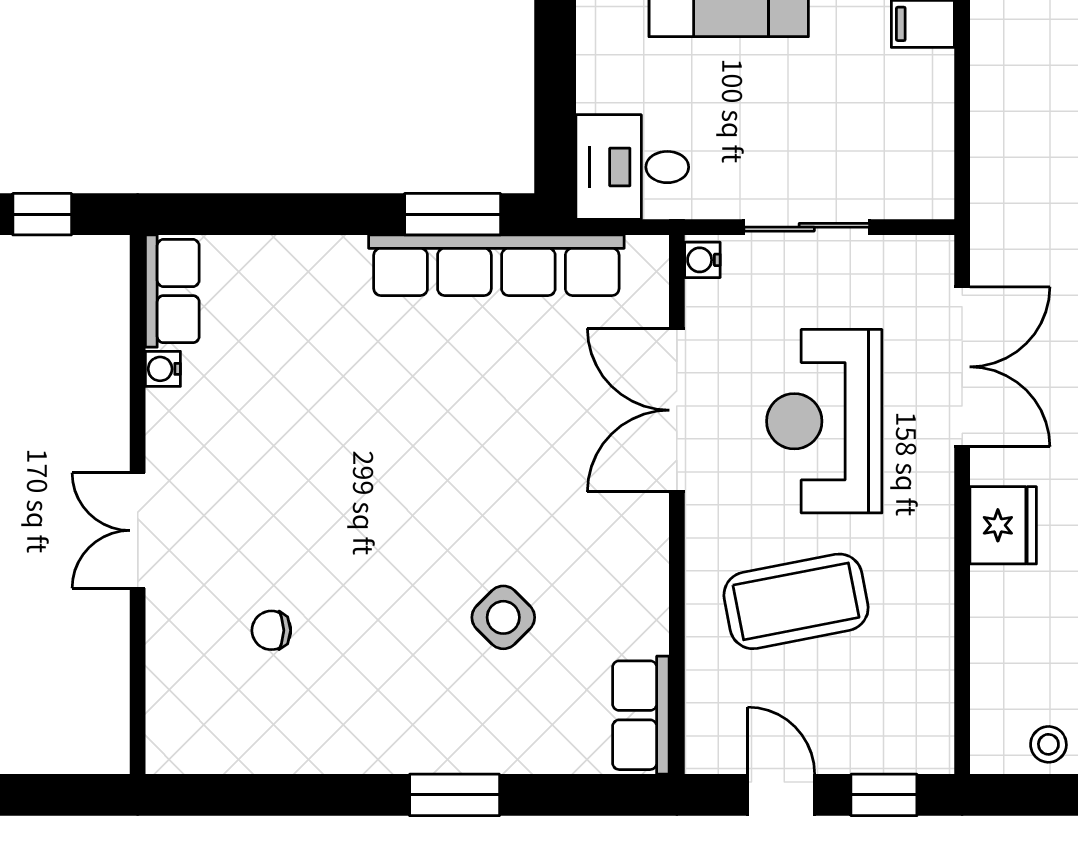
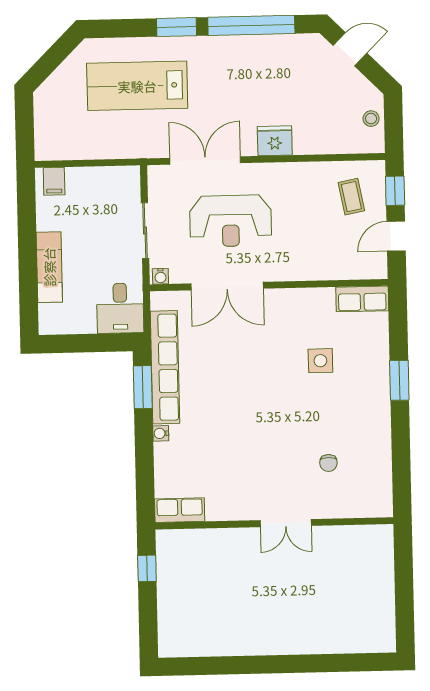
water cooler: (163, 369) -> (161, 433), moved, turned 90
coffee table: (796, 601) -> (351, 197), moved, width x0.54, depth x0.58
side table: (503, 617) -> (320, 361), turned 45

